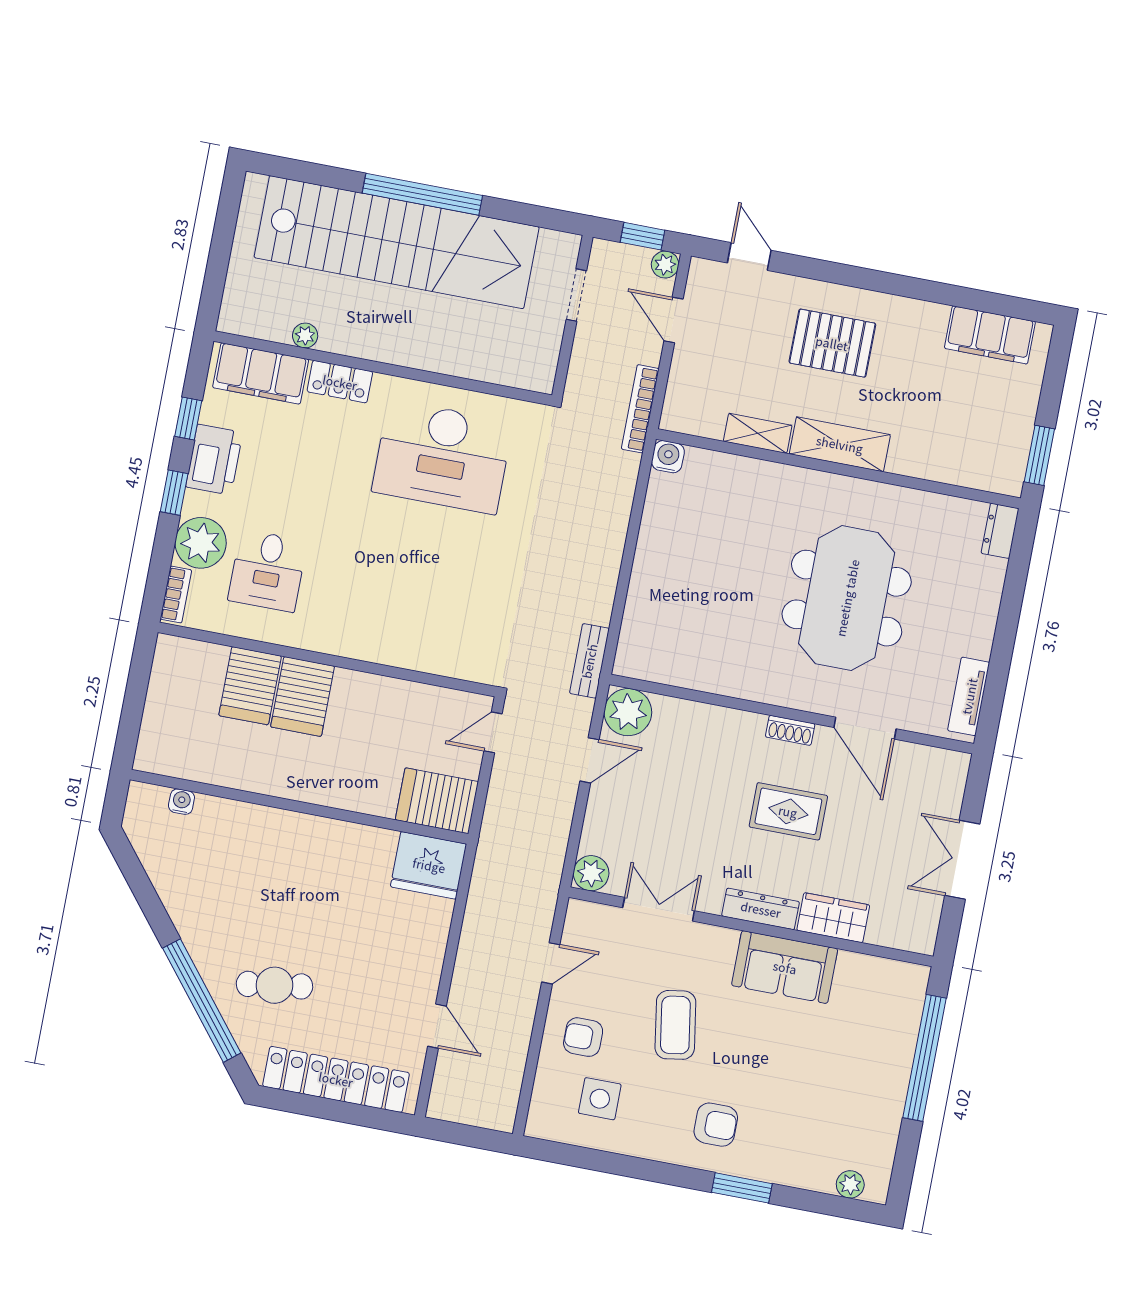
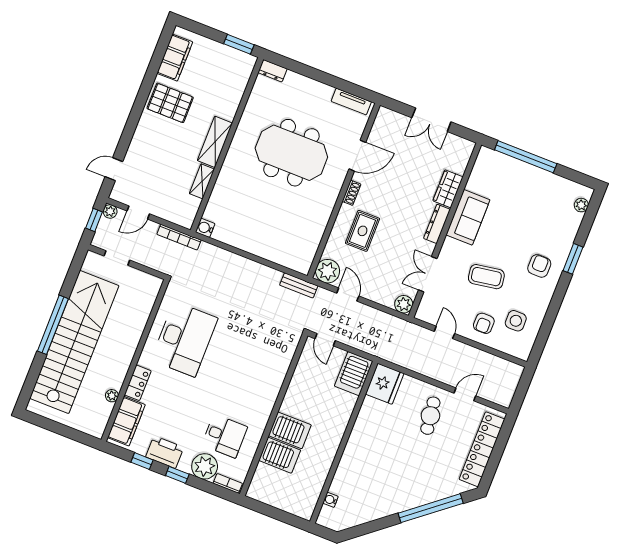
pallet: (832, 343) -> (170, 103), moved, turned 90
rug: (788, 811) -> (363, 231), moved
cafe table: (274, 985) -> (430, 416), moved

